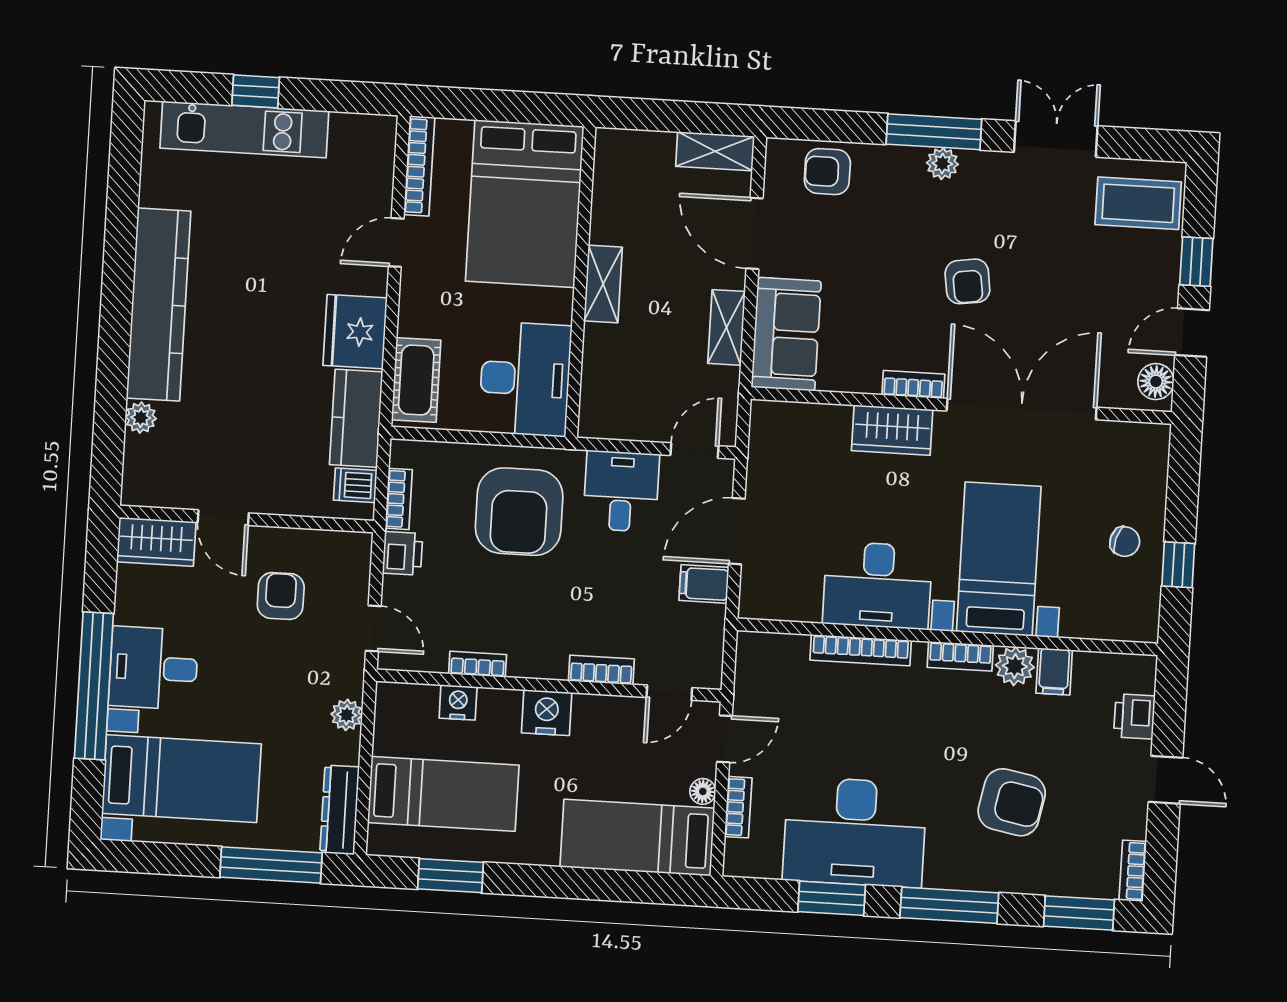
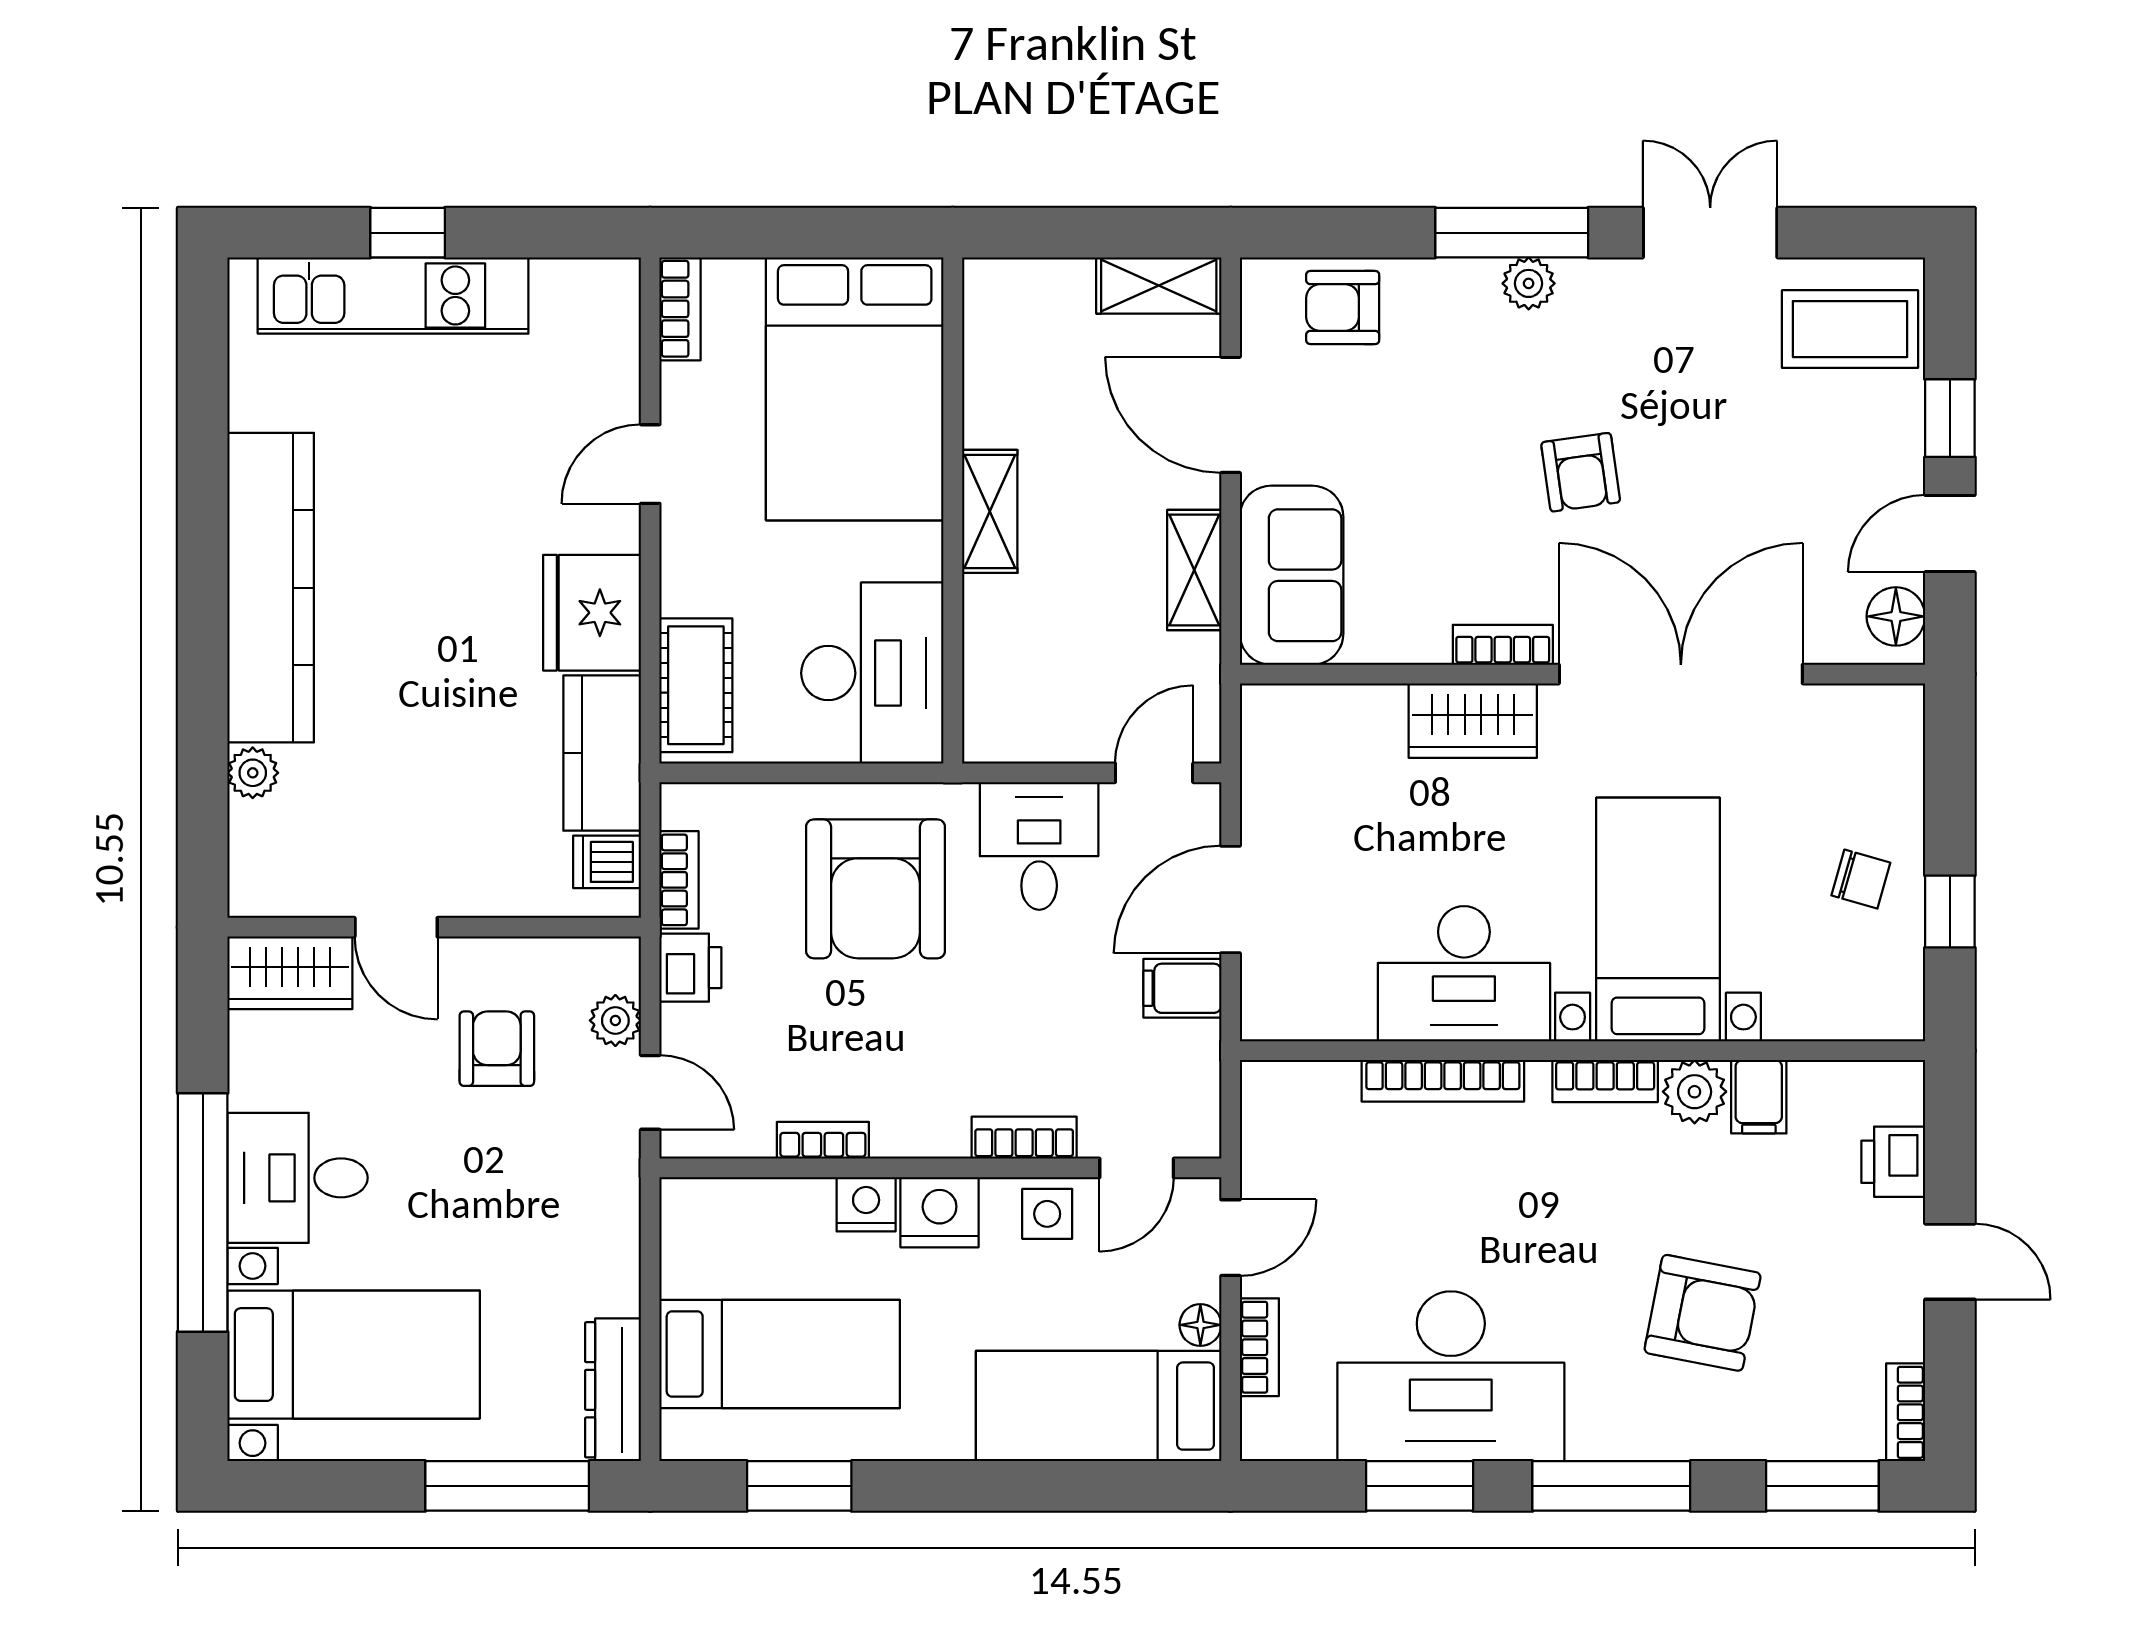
bookcase: (419, 166) -> (680, 309), width x0.64
nightstand: (458, 702) -> (866, 1204), moved
plant: (347, 715) -> (615, 1020), moved
side table: (613, 718) -> (1047, 1214), added

